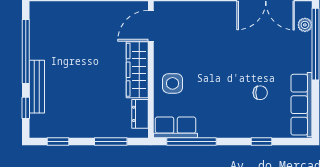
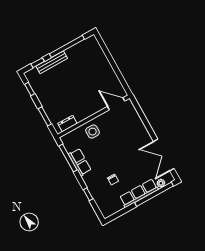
wardrobe: (137, 70) -> (89, 109), removed
row of seats: (302, 105) -> (139, 193), moved
row of seats: (176, 127) -> (80, 162), moved

